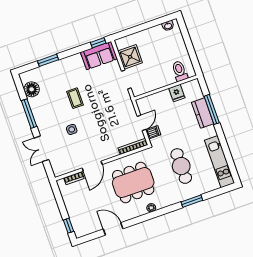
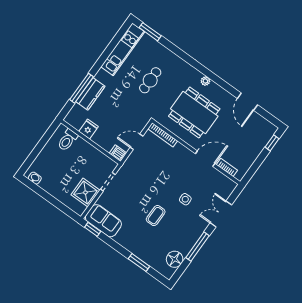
dishwasher: (153, 132) -> (118, 153), moved
double door: (41, 149) -> (221, 214), swing flipped
cafe table: (181, 166) -> (150, 80), width x0.73, depth x0.74
window: (192, 201) -> (150, 32), moved

